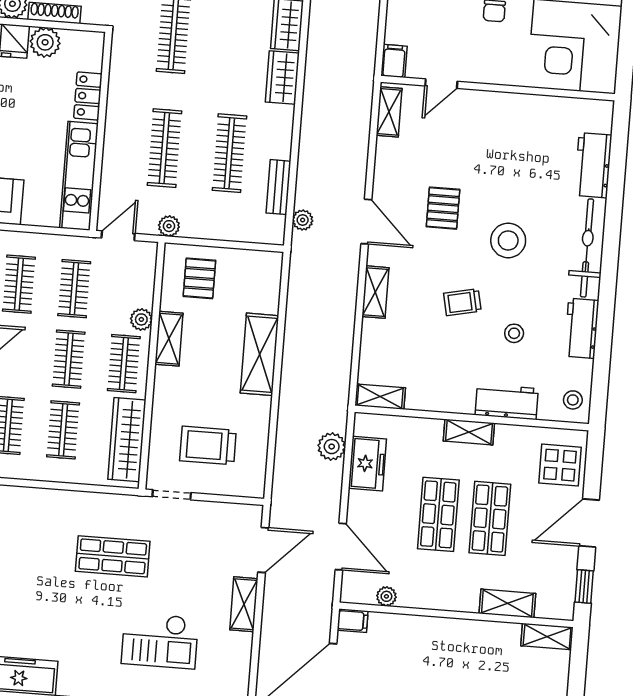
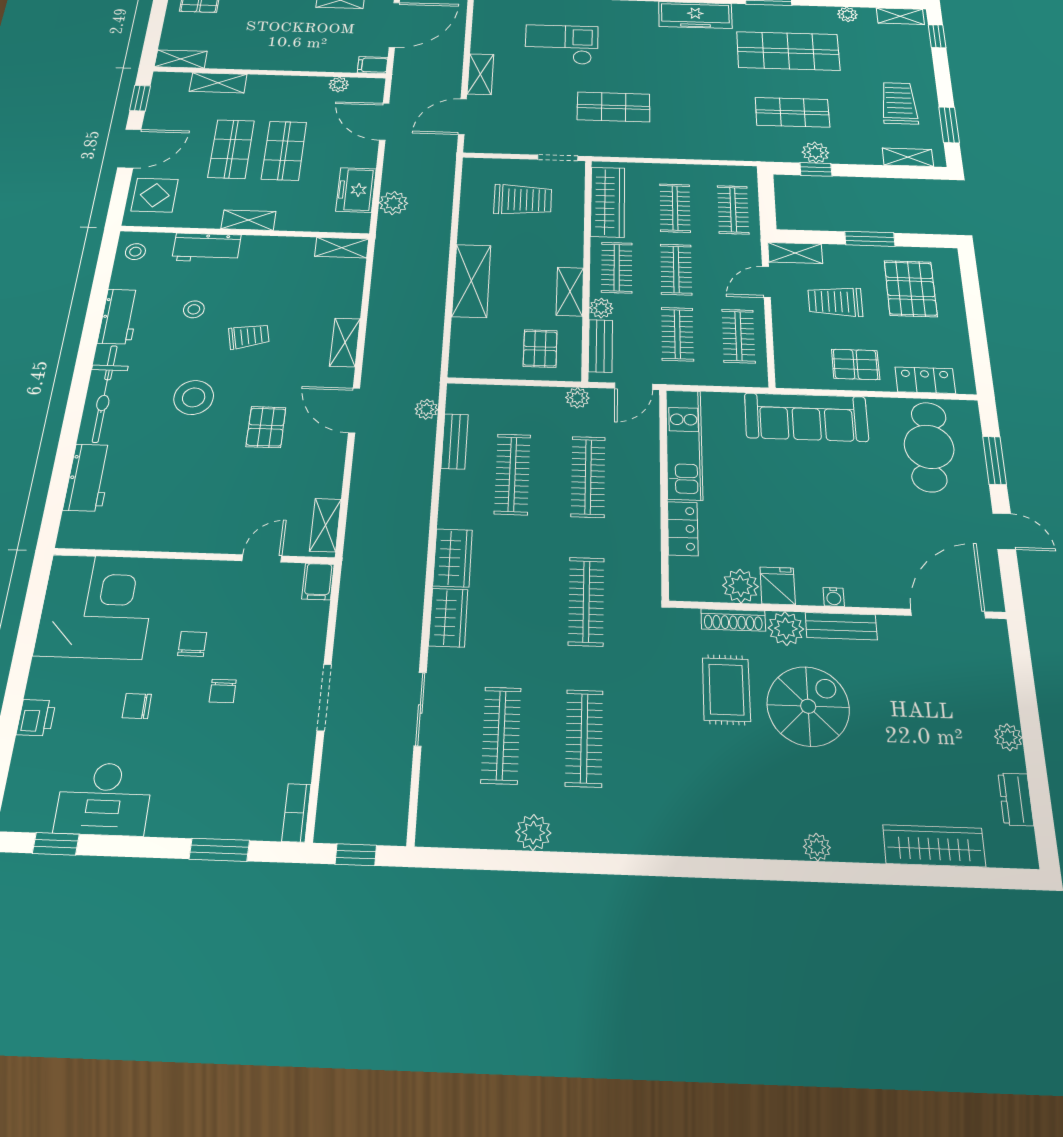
bench: (145, 279) -> (600, 346), added

